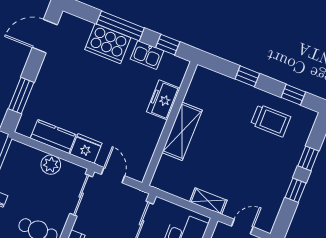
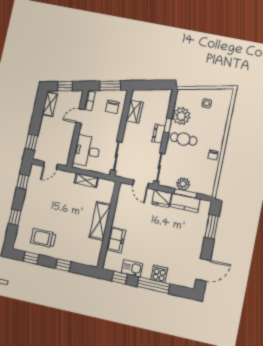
cooker: (108, 44) -> (159, 274), width x0.53, depth x0.76
window: (50, 150) -> (186, 193), added
window: (295, 190) -> (23, 182), moved
shelving: (208, 201) -> (86, 180), moved

